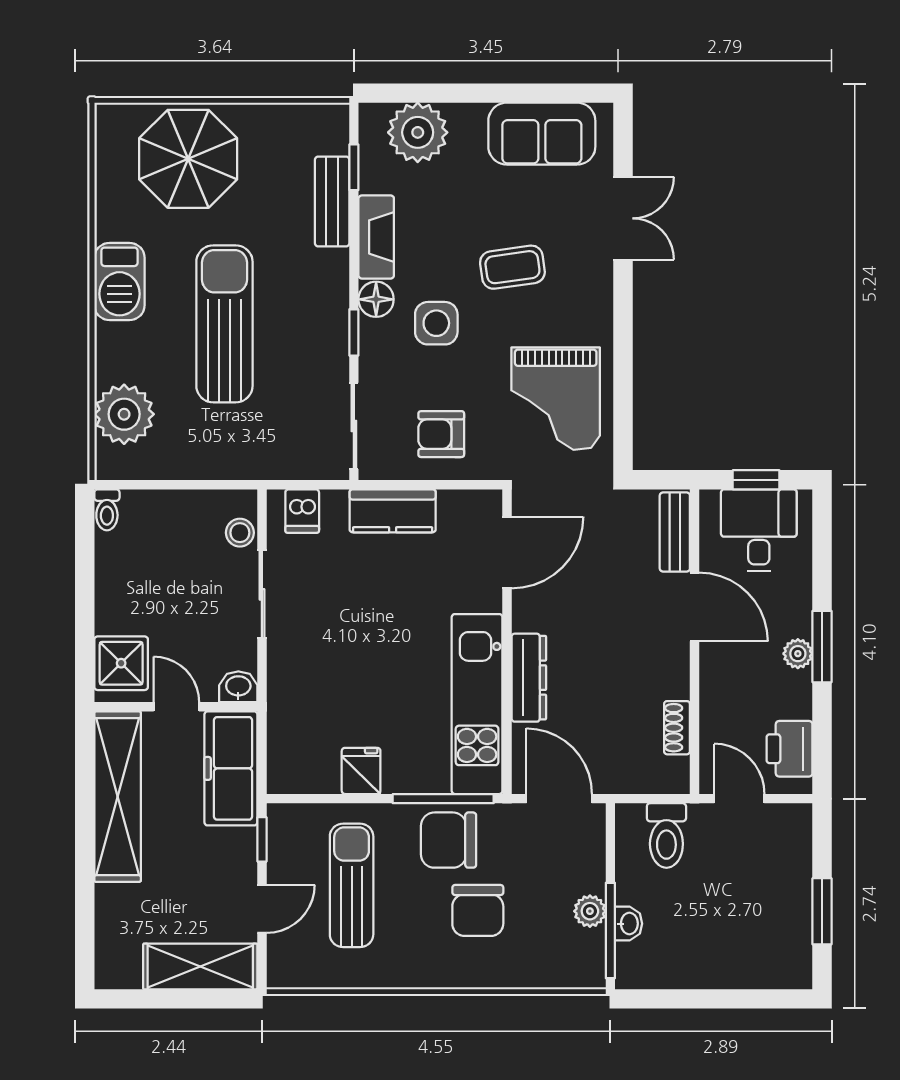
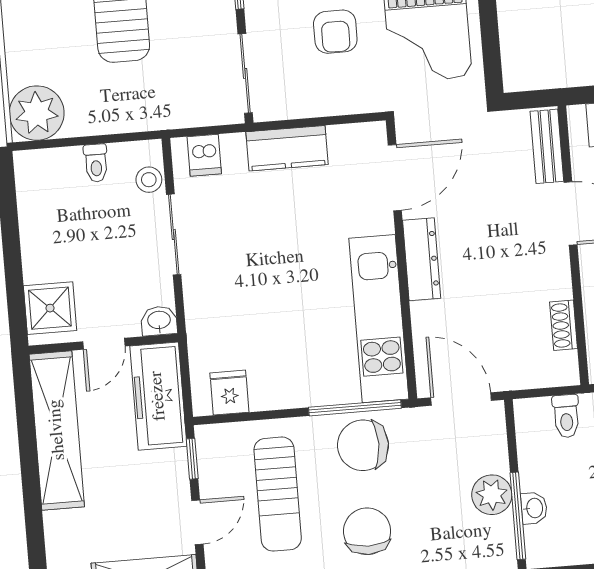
plant: (124, 414) -> (37, 113), moved
armchair: (441, 434) -> (335, 32), moved, turned -90
toilet: (107, 510) -> (96, 163), moved
dresser: (529, 678) -> (422, 259), moved
door: (176, 707) -> (104, 344), swing flipped
fridge: (361, 771) -> (229, 393), moved
toilet: (666, 836) -> (566, 416), width x0.73, depth x0.72
sun lounger: (352, 885) -> (278, 494), turned 180
chair: (478, 910) -> (367, 531), moved, turned 180
plant: (590, 911) -> (492, 495), width x1.38, depth x1.38

